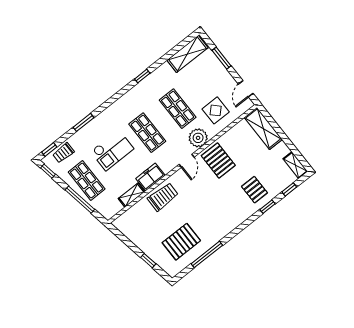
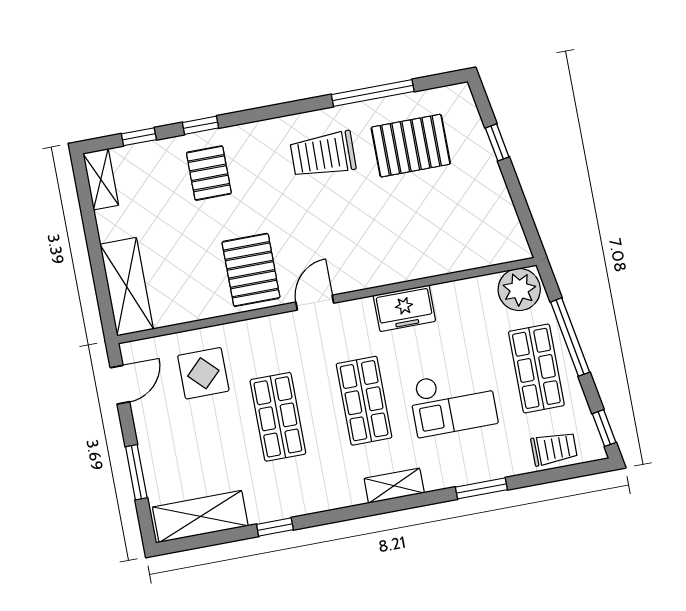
window: (142, 76) -> (275, 527), moved
plant: (198, 138) -> (519, 289), moved
window: (49, 149) -> (579, 470), removed
checkout: (112, 150) -> (453, 402), turned 180
shelving: (132, 195) -> (394, 486), moved
trolley: (163, 197) -> (323, 155), moved

